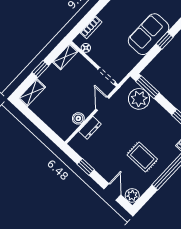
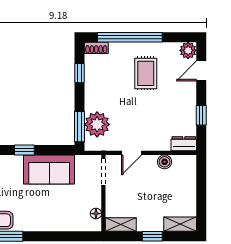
bookcase: (91, 27) -> (73, 226), removed
sofa: (149, 34) -> (49, 169), moved
dresser: (90, 128) -> (184, 144), moved

